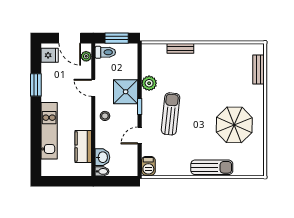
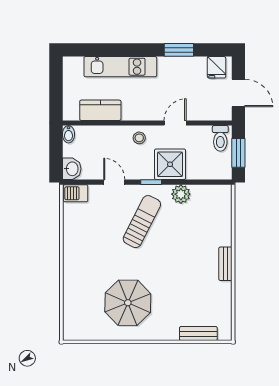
door: (70, 38) -> (238, 93), swing flipped
bench: (180, 48) -> (225, 264), moved
plant: (86, 56) -> (215, 114), removed
sun lounger: (171, 114) -> (142, 222), turned -69
washbasin: (102, 157) -> (72, 169), moved, turned -90
sun lounger: (212, 167) -> (74, 274), removed

